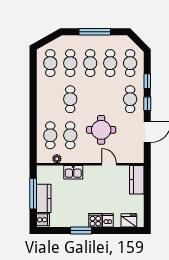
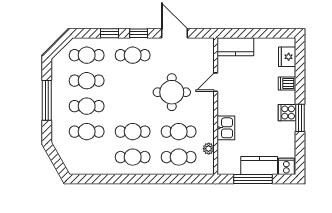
cafe table: (50, 63) -> (133, 157), moved
cooker: (95, 220) -> (287, 113), moved

